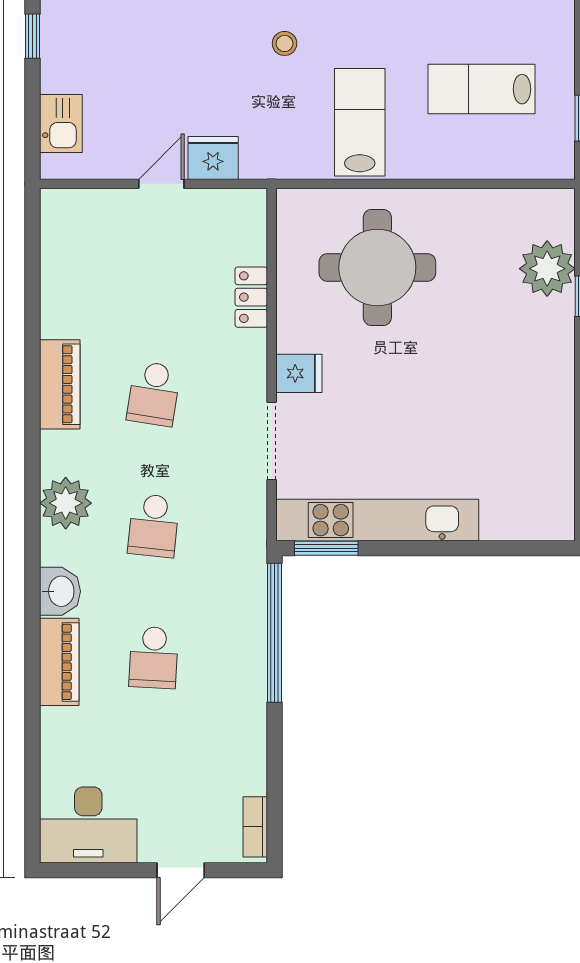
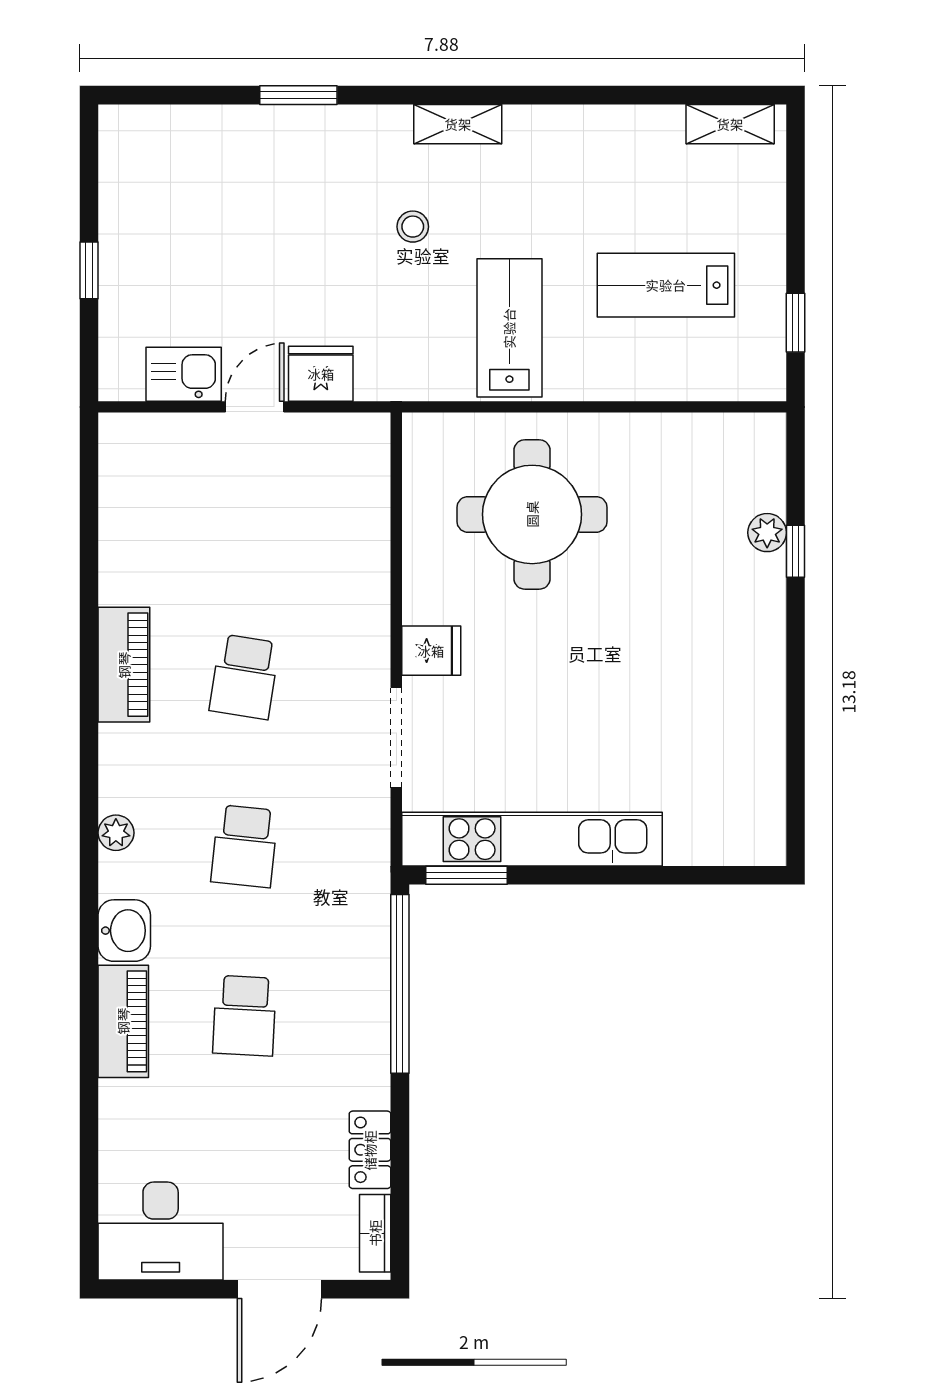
window: (33, 36) -> (89, 270), moved
kitchen sink: (61, 124) -> (184, 374), moved, turned -90
plant: (547, 269) -> (767, 533), width x0.53, depth x0.53
locker: (251, 297) -> (370, 1150), moved
plant: (66, 503) -> (116, 833), width x0.53, depth x0.53
door: (181, 870) -> (279, 1289), width x1.38

